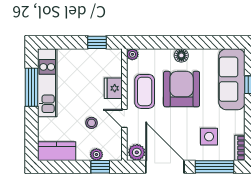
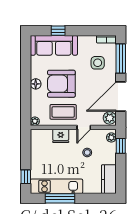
window: (97, 42) -> (26, 177), moved
plant: (96, 154) -> (111, 137), moved

